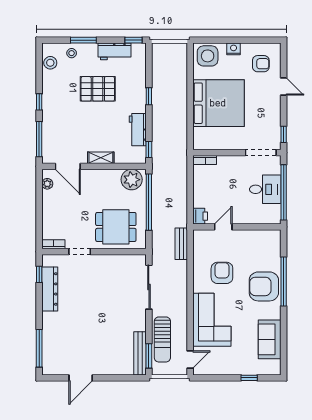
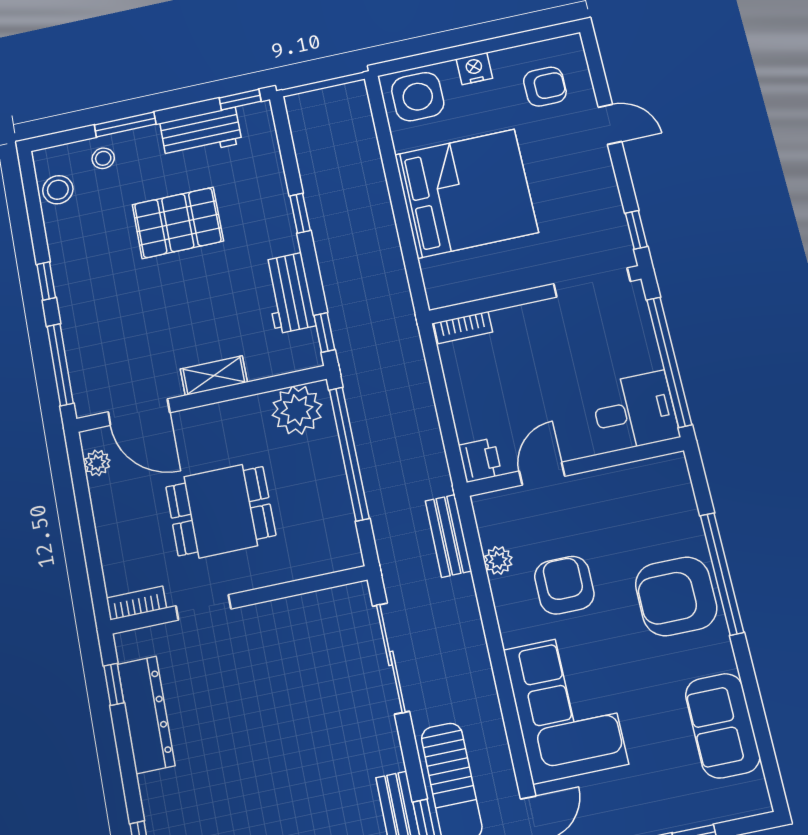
desk: (265, 189) -> (635, 411), moved
dining table: (116, 227) -> (221, 511), moved
plant: (199, 258) -> (498, 560), added

